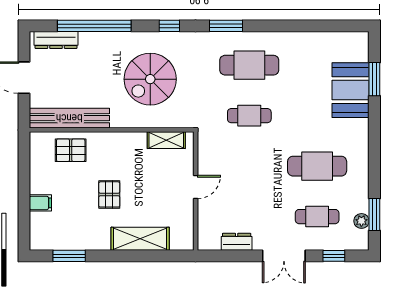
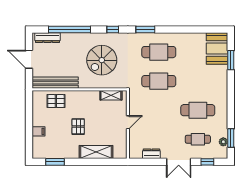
booth: (351, 90) -> (217, 48), moved
cafe table: (249, 116) -> (159, 81), width x1.37, depth x1.35

